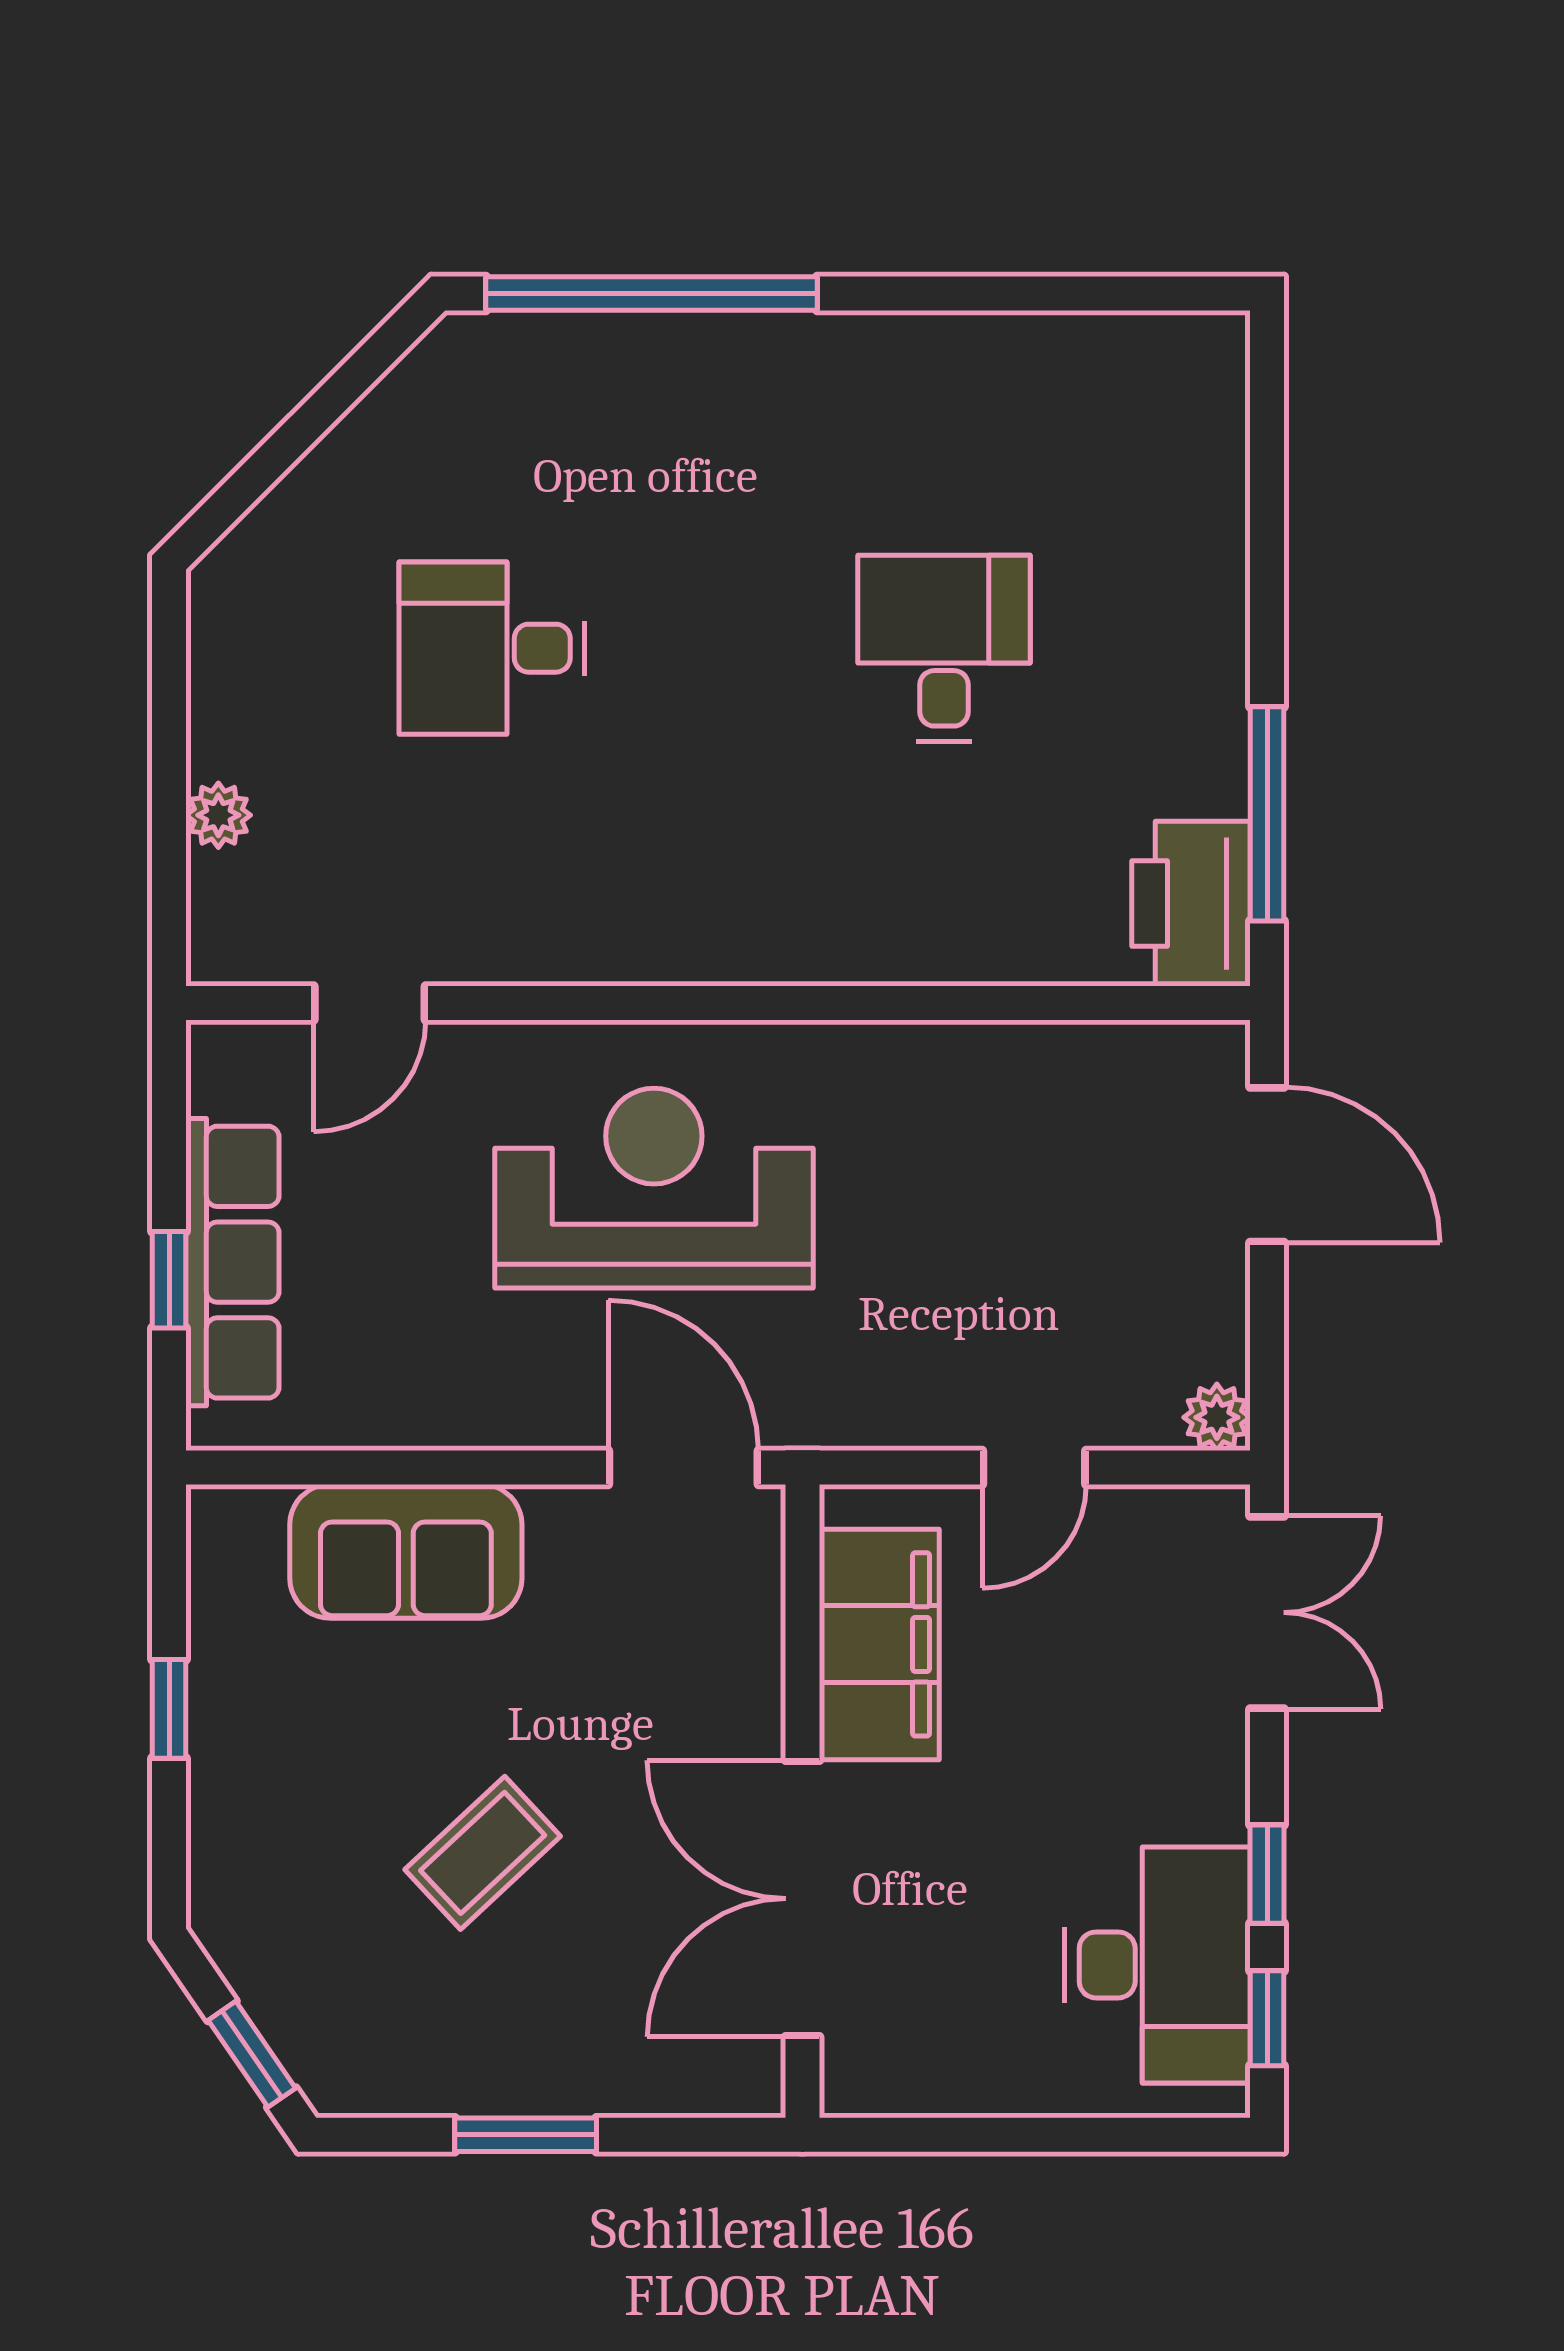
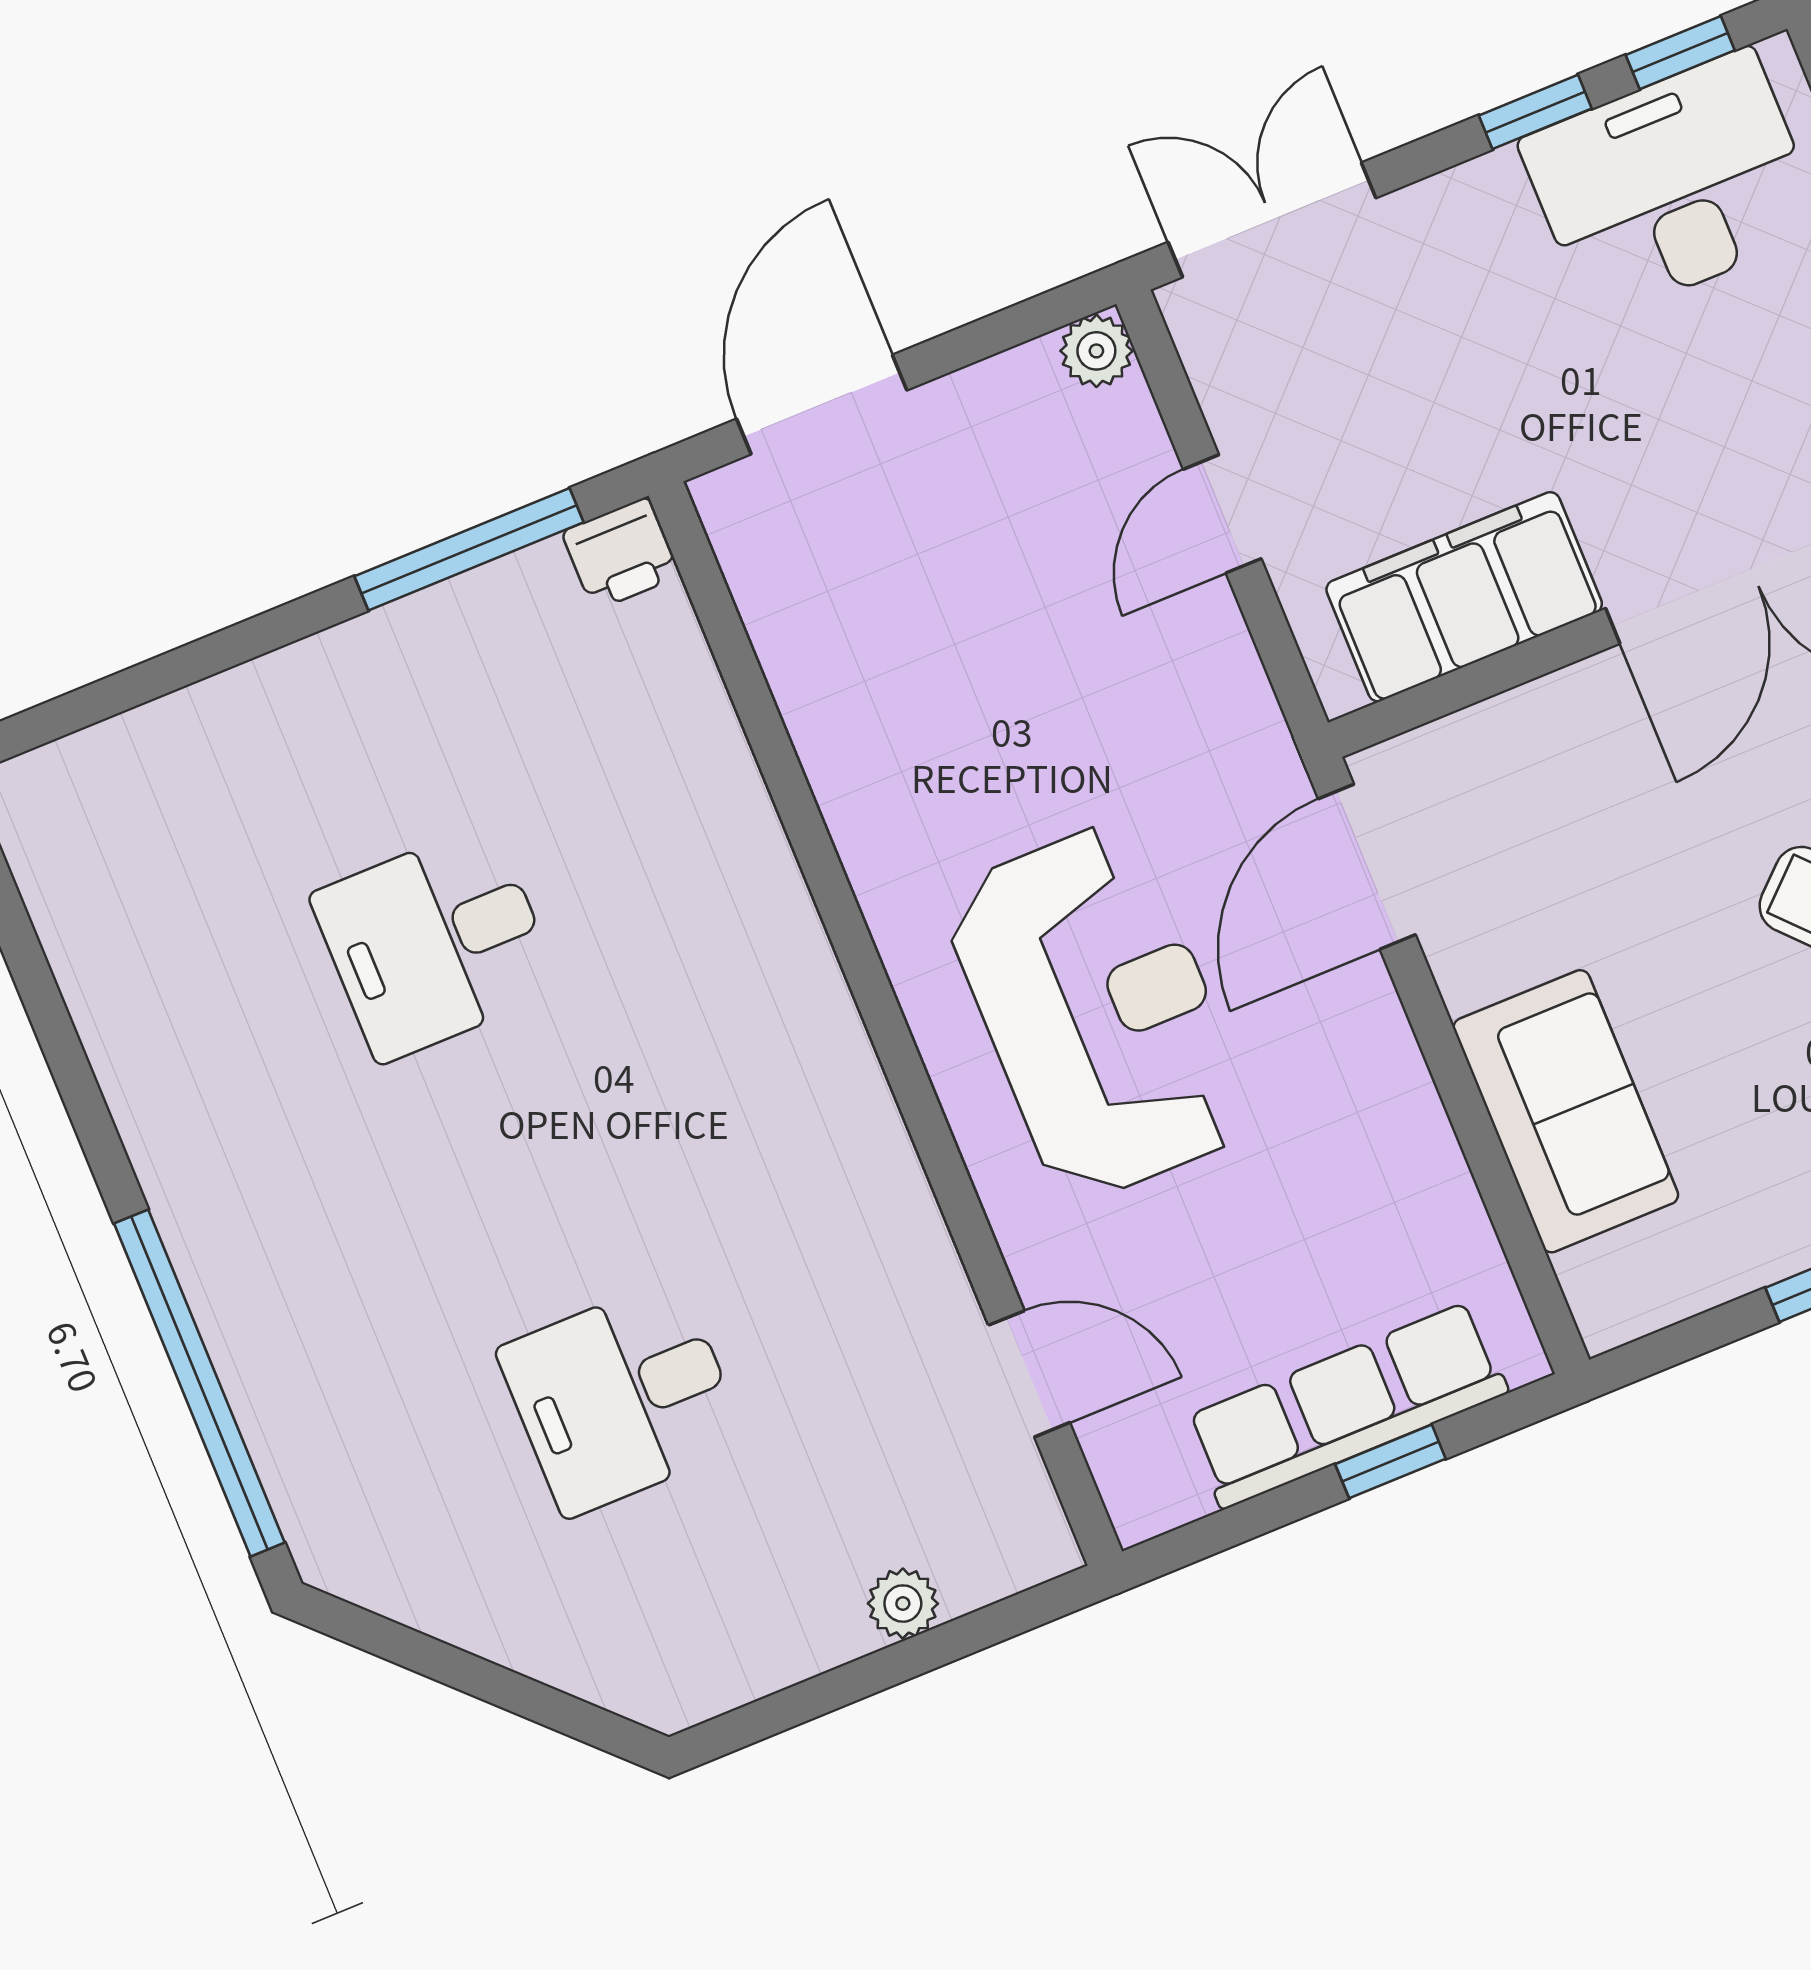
desk: (492, 648) -> (622, 1397), turned 90
printer: (1191, 904) -> (621, 554), width x0.53, depth x0.68
reception desk: (654, 1188) -> (1098, 1012), turned 180
door: (1034, 1467) -> (1222, 514), swing flipped

